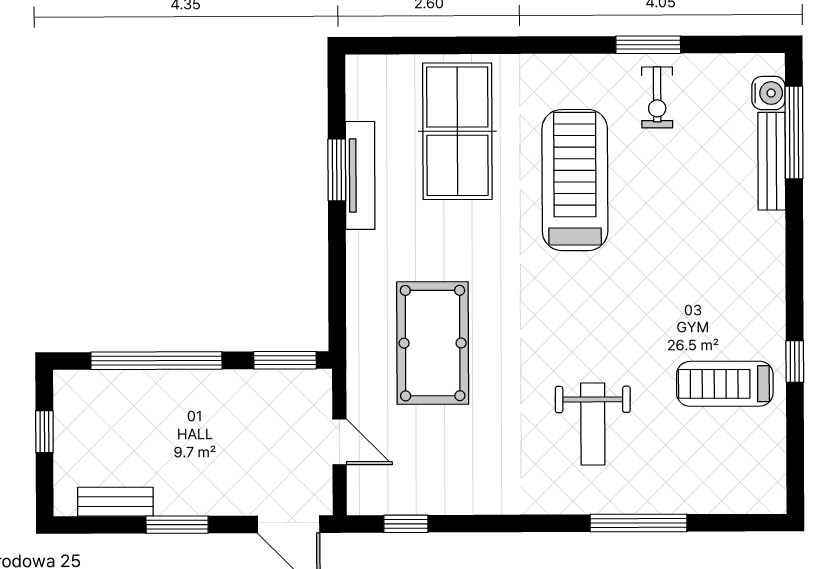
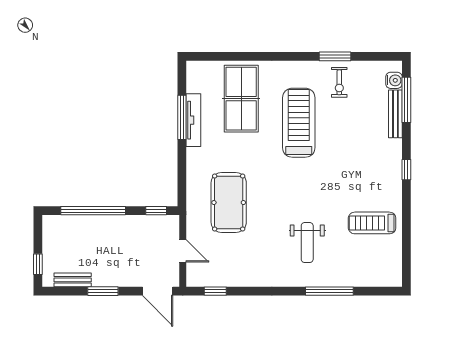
window: (337, 170) -> (182, 117), width x1.44
window: (285, 360) -> (156, 211), width x0.67
window: (795, 361) -> (406, 170), moved
window: (44, 432) -> (38, 264), moved

